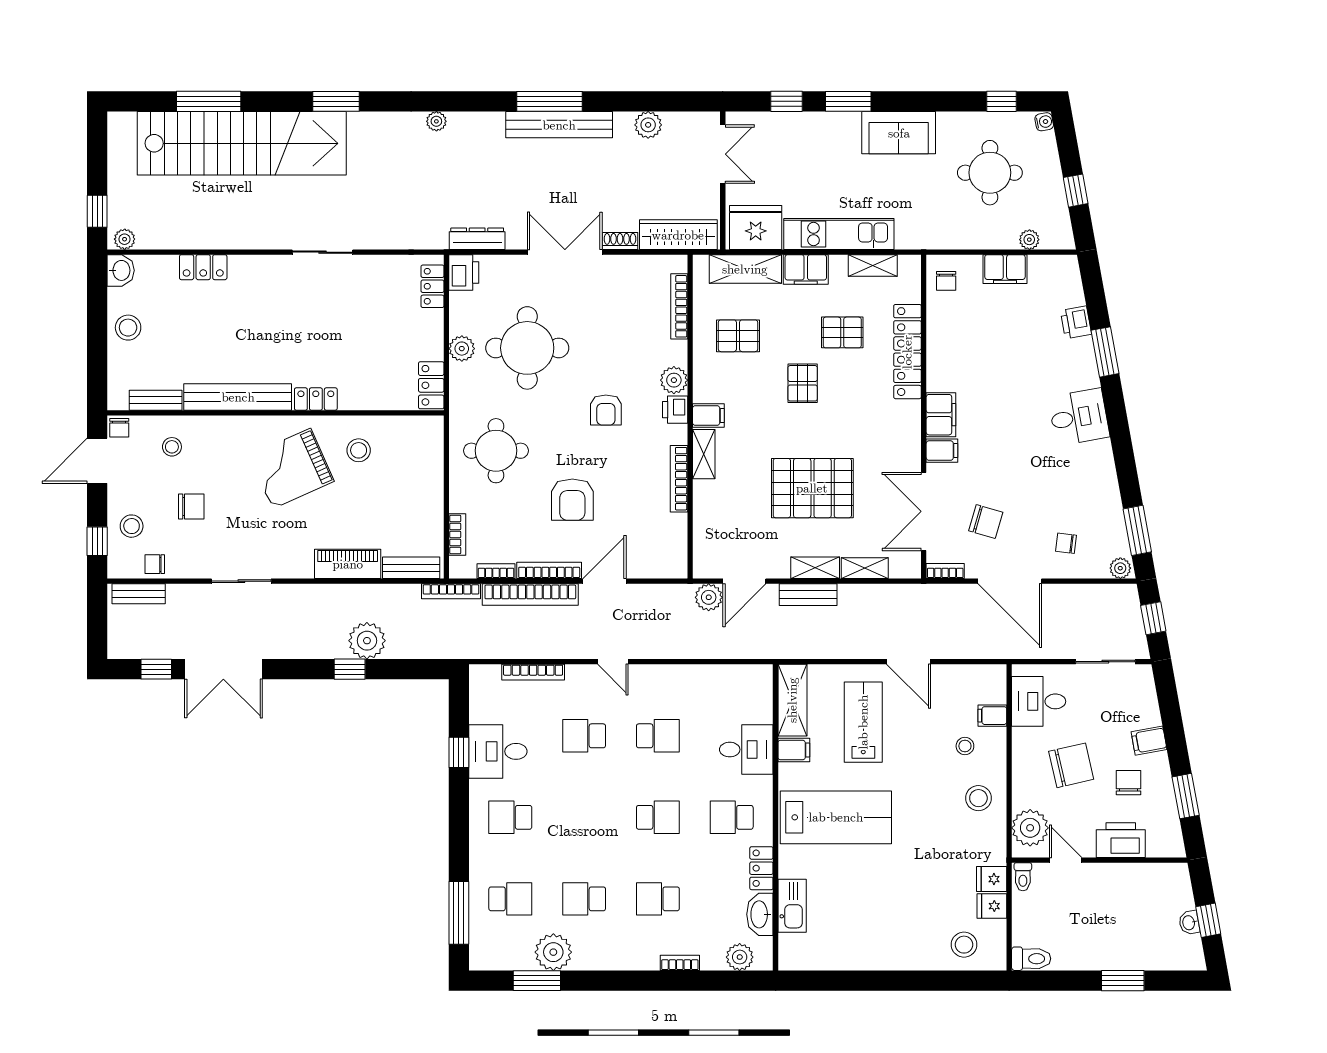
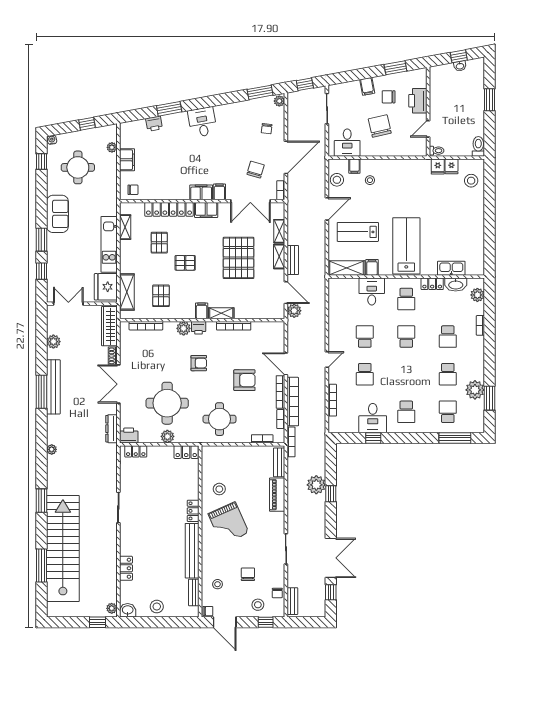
filing cabinet: (806, 269) -> (206, 210), moved, turned 90
stool: (978, 798) -> (337, 180), moved
plant: (1030, 828) -> (412, 147), removed

